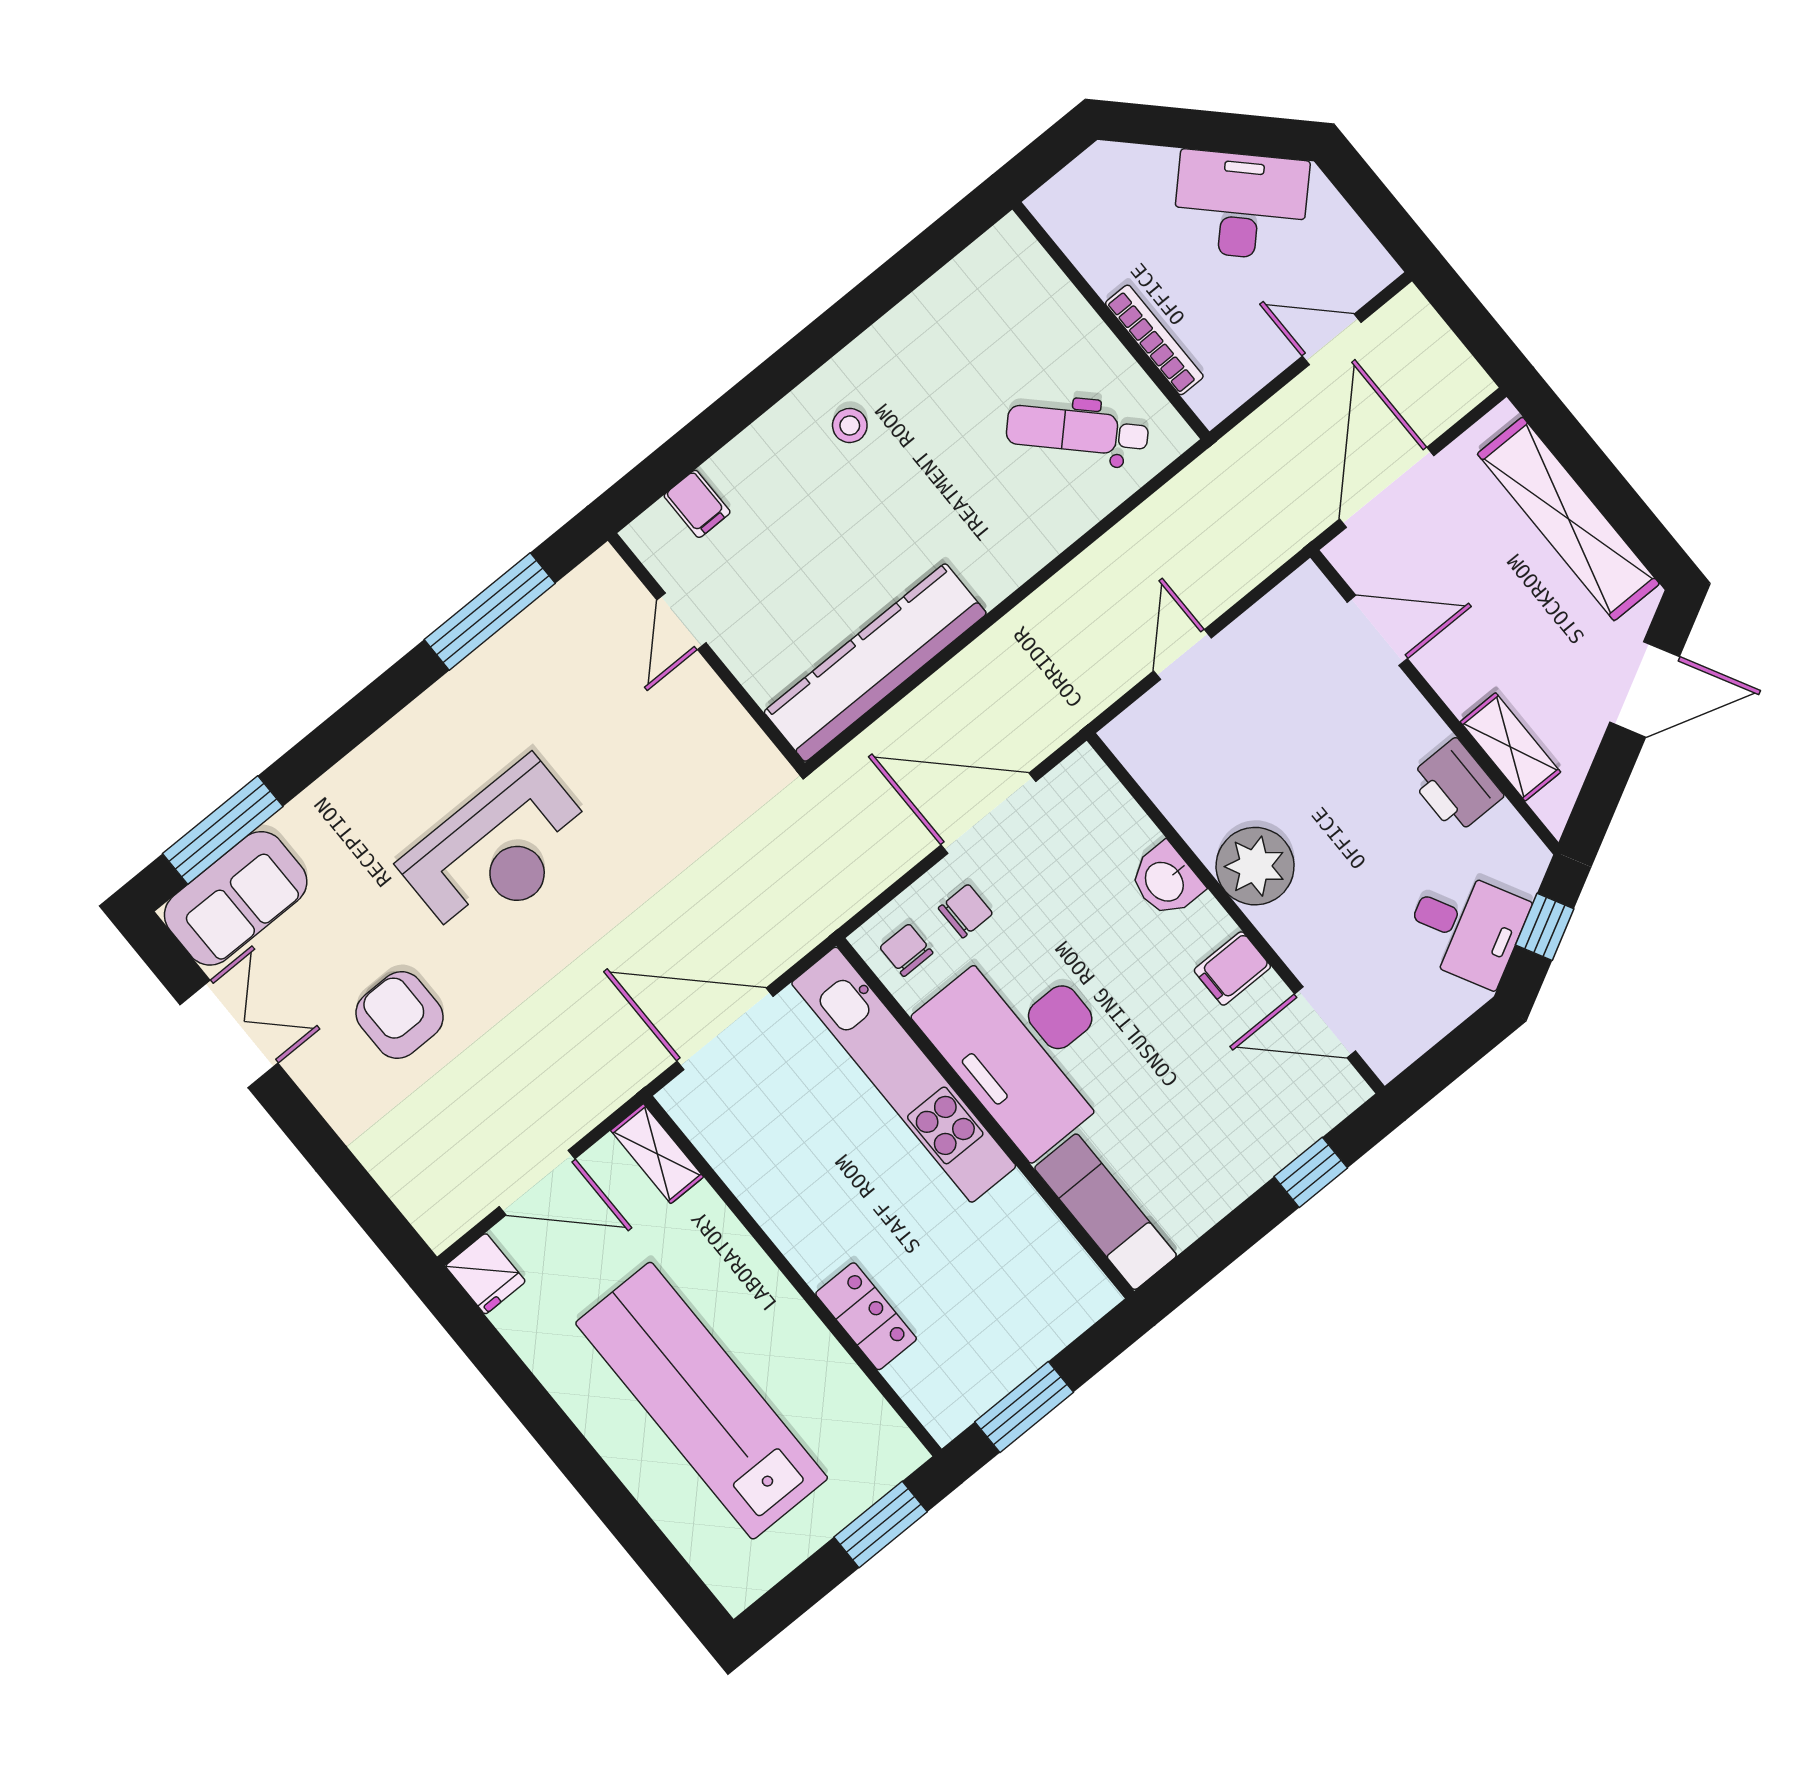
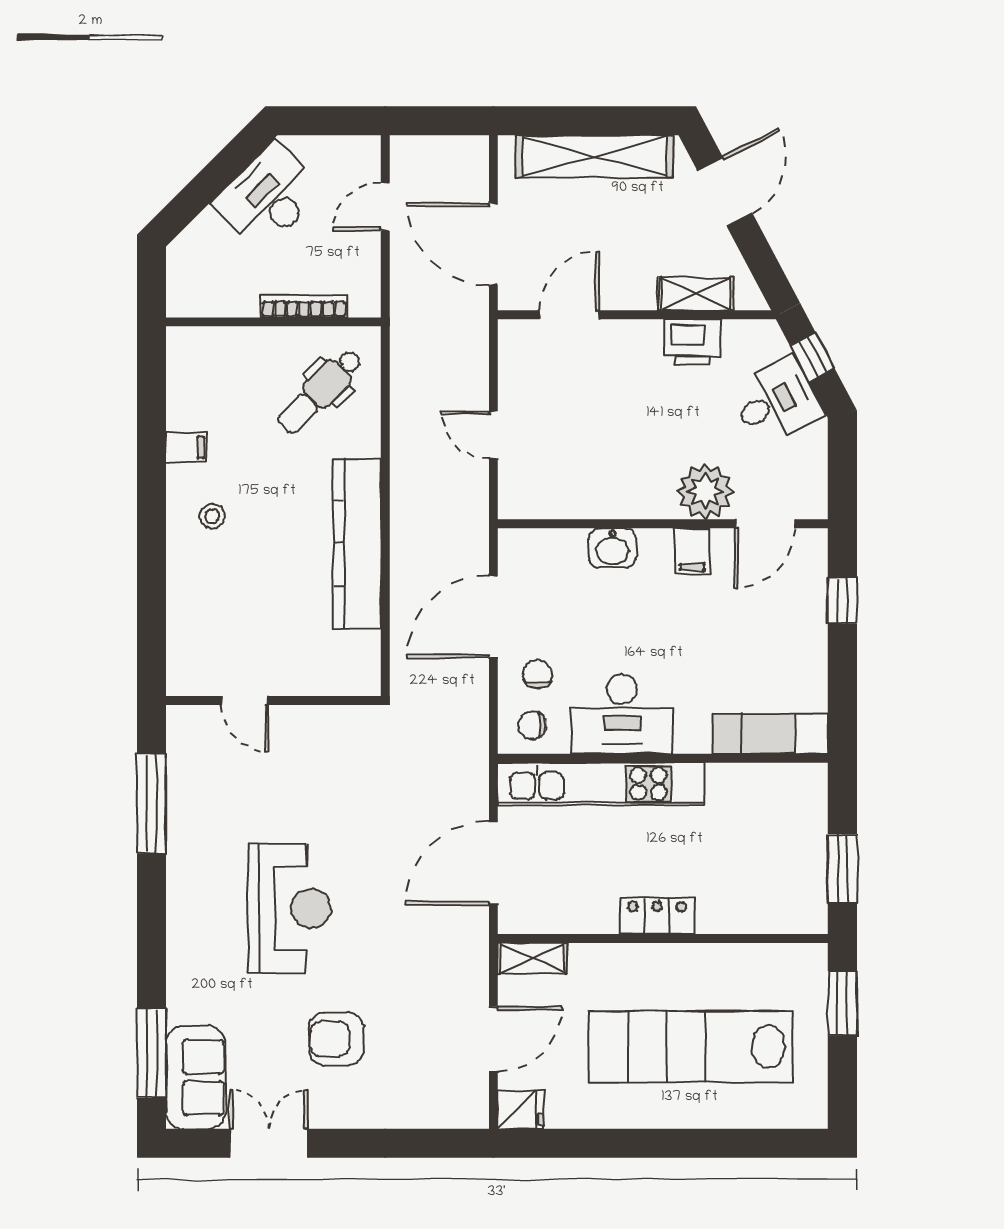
filing cabinet: (697, 504) -> (186, 447), moved
kitchen counter: (875, 663) -> (357, 543), moved
plant: (1255, 866) -> (705, 491), moved
desk: (1026, 1045) -> (622, 714), width x0.73, depth x0.77
locker: (866, 1316) -> (657, 916), moved

